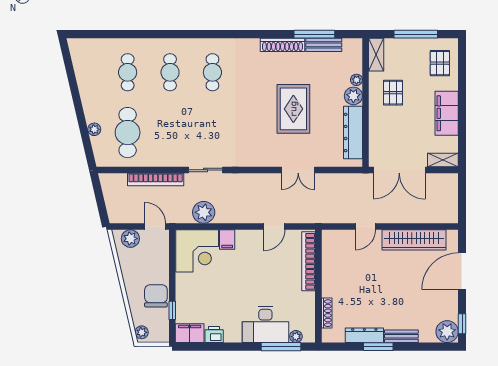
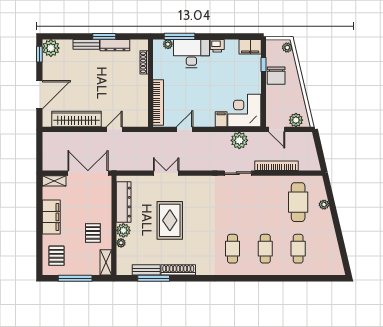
printer: (214, 335) -> (217, 46), moved

